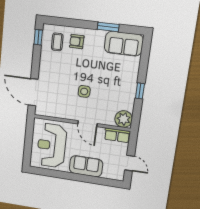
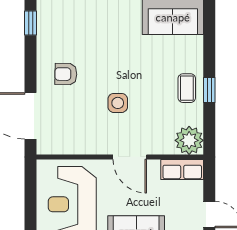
coffee table: (57, 42) -> (187, 88), moved
armchair: (77, 42) -> (66, 74), moved

